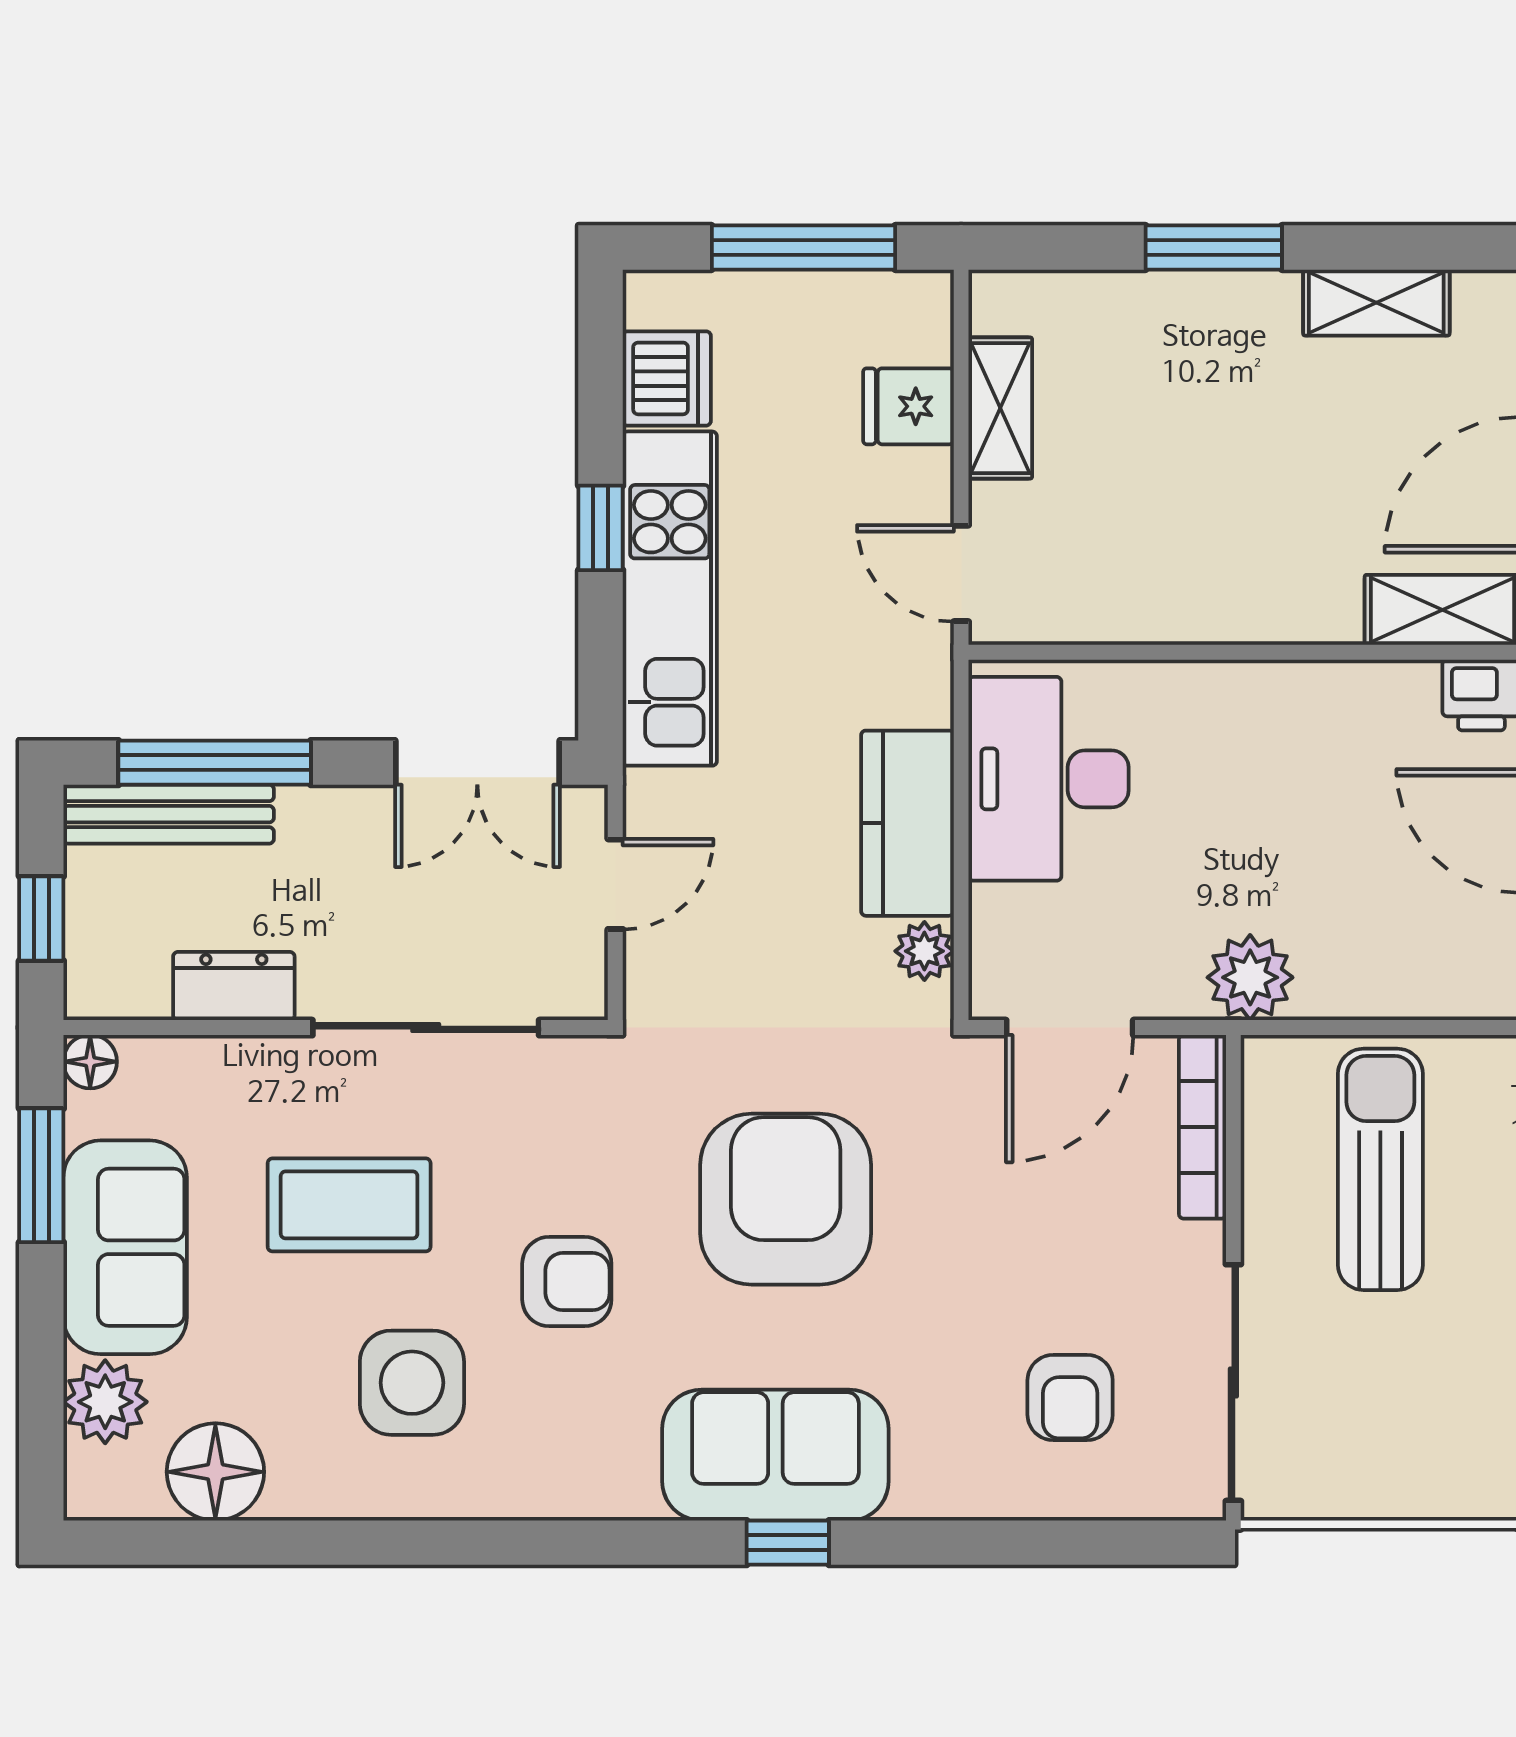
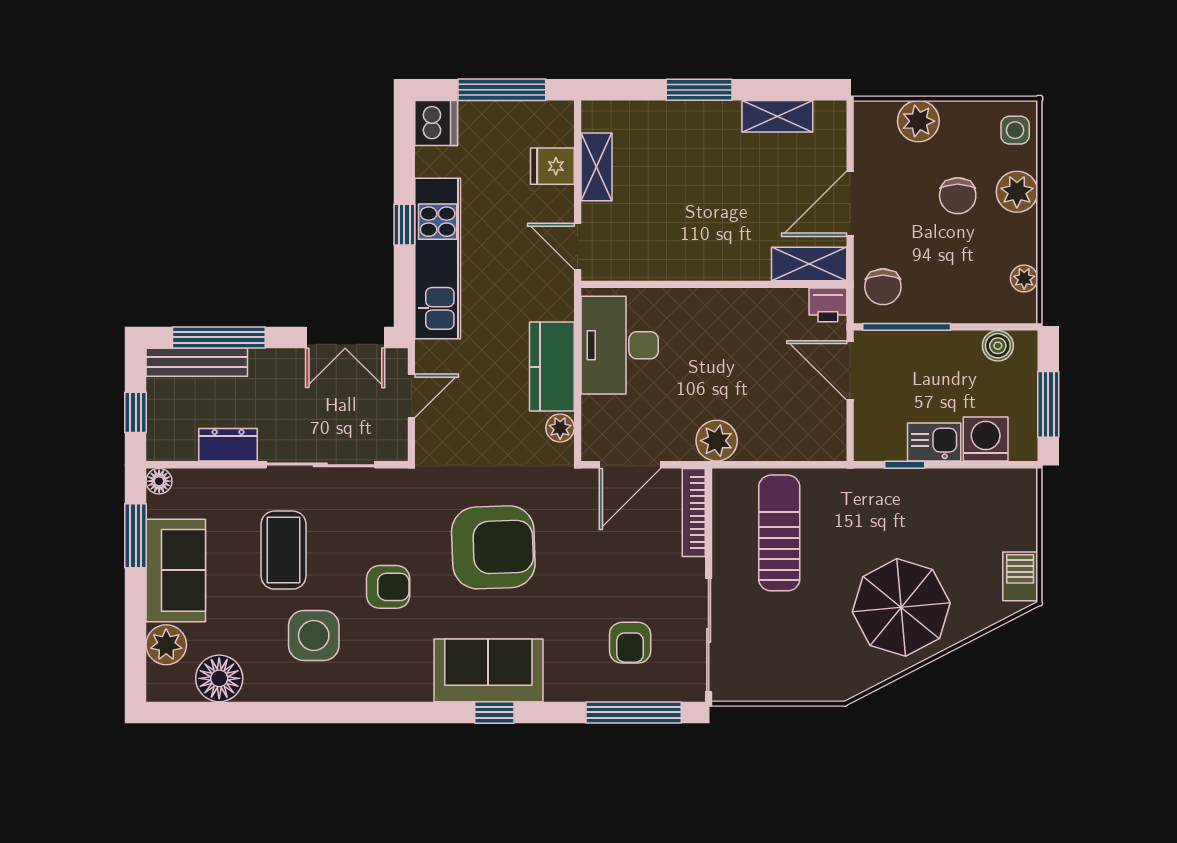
dishwasher: (667, 378) -> (436, 123), moved
armchair: (786, 1199) -> (493, 547), turned 88
coffee table: (349, 1205) -> (283, 550), turned 90
window: (1078, 1543) -> (634, 712), added

